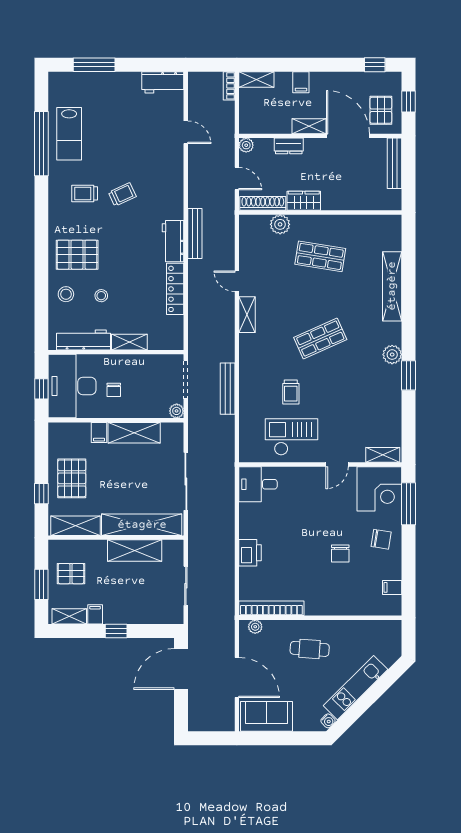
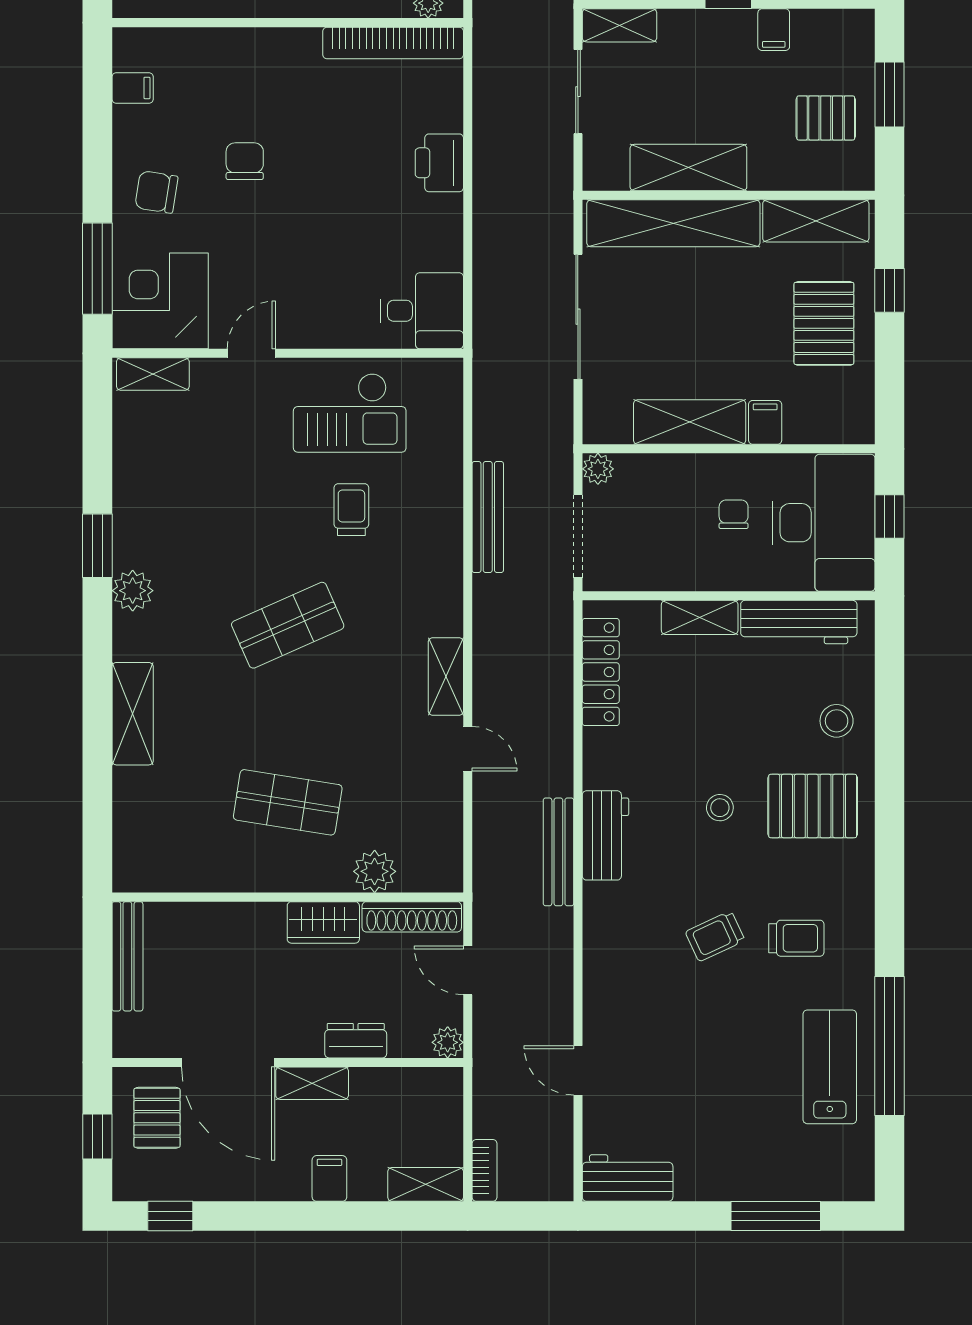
bench: (395, 163) -> (127, 956), moved
shelving: (392, 286) -> (133, 714), width x0.68
locker: (175, 289) -> (601, 672), moved
stool: (101, 296) -> (720, 808), moved
shelving: (69, 616) -> (619, 25), moved

